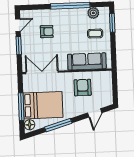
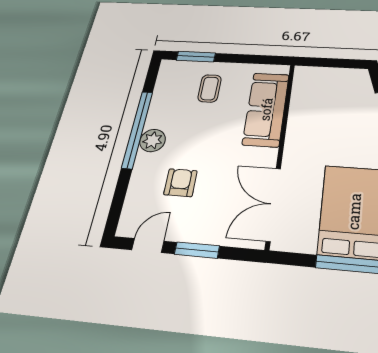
plant: (93, 13) -> (153, 140), moved
door: (18, 25) -> (148, 246), hinge flipped
armchair: (83, 88) -> (323, 123), removed

